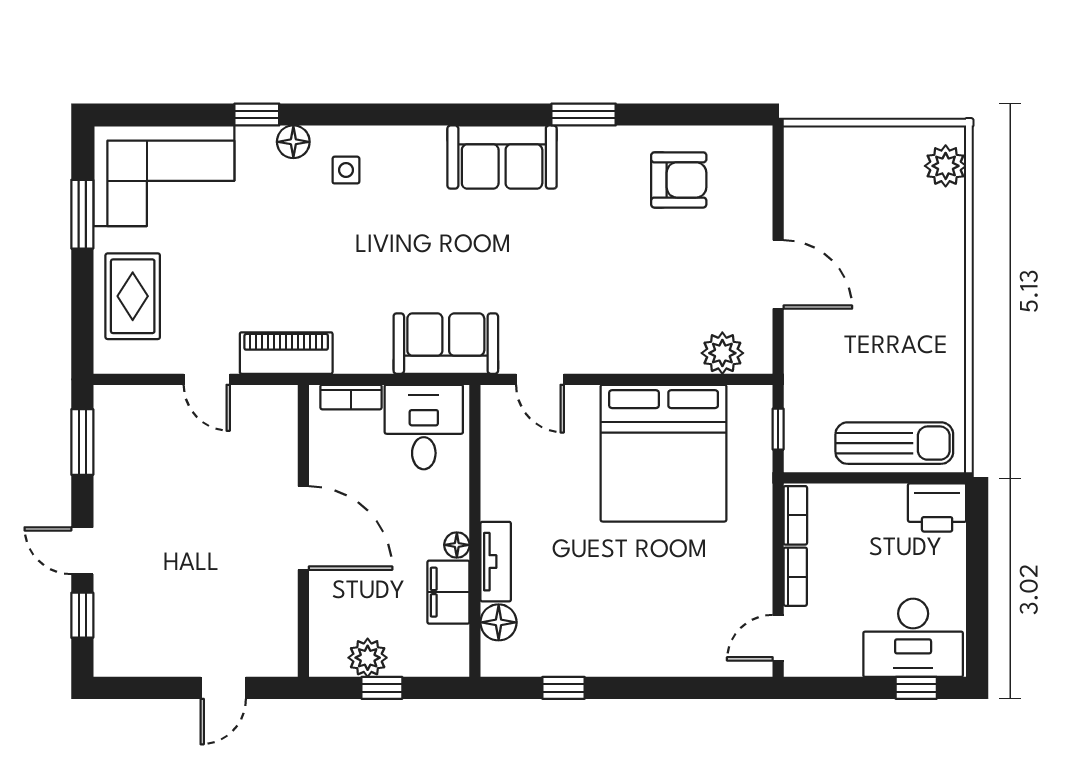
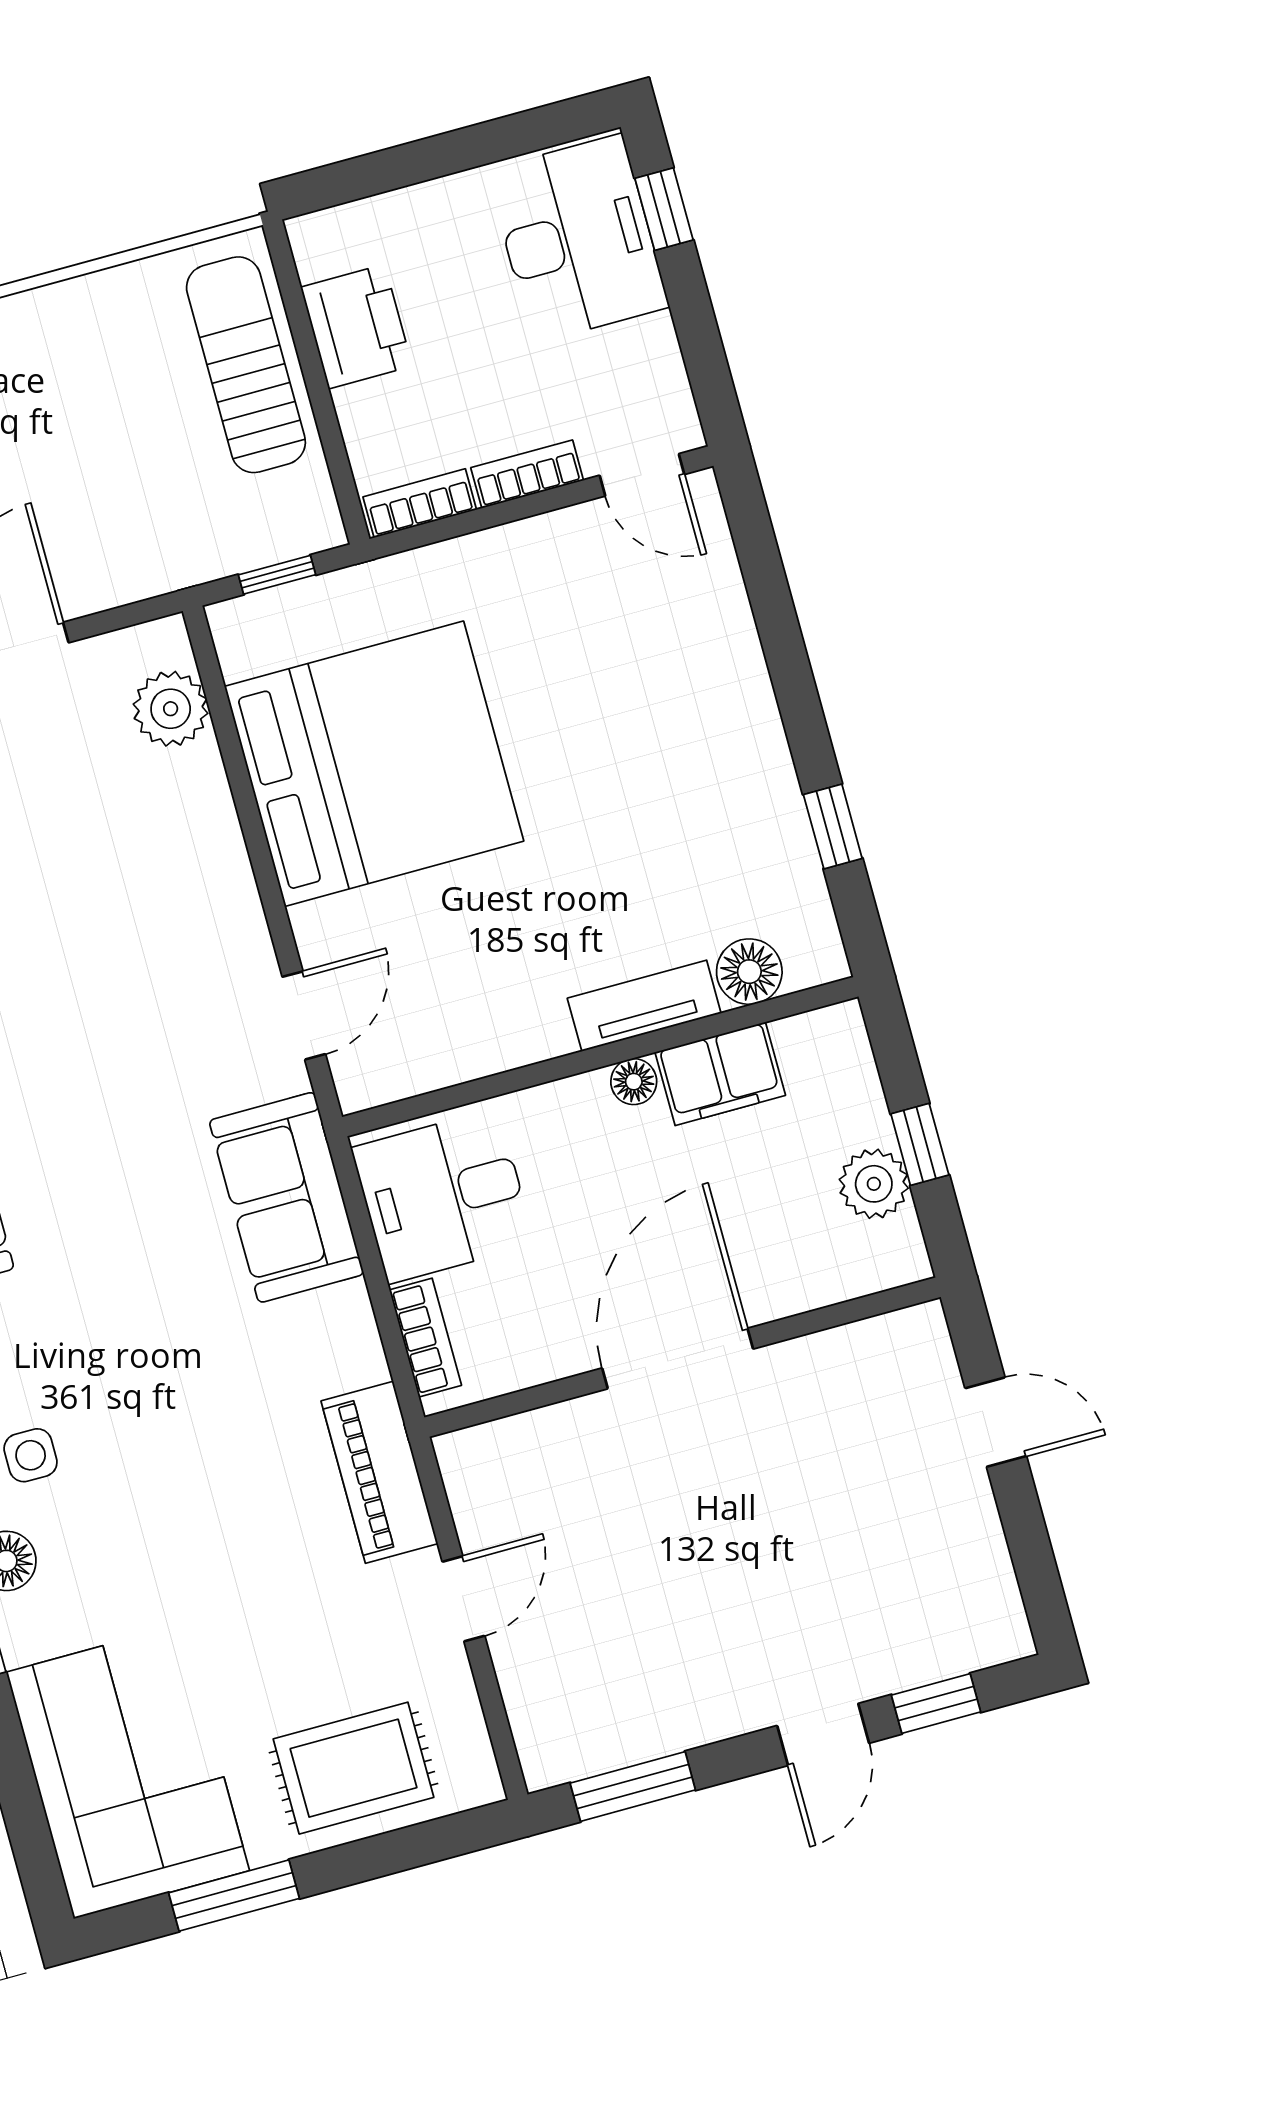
printer: (937, 507) -> (357, 327), moved

